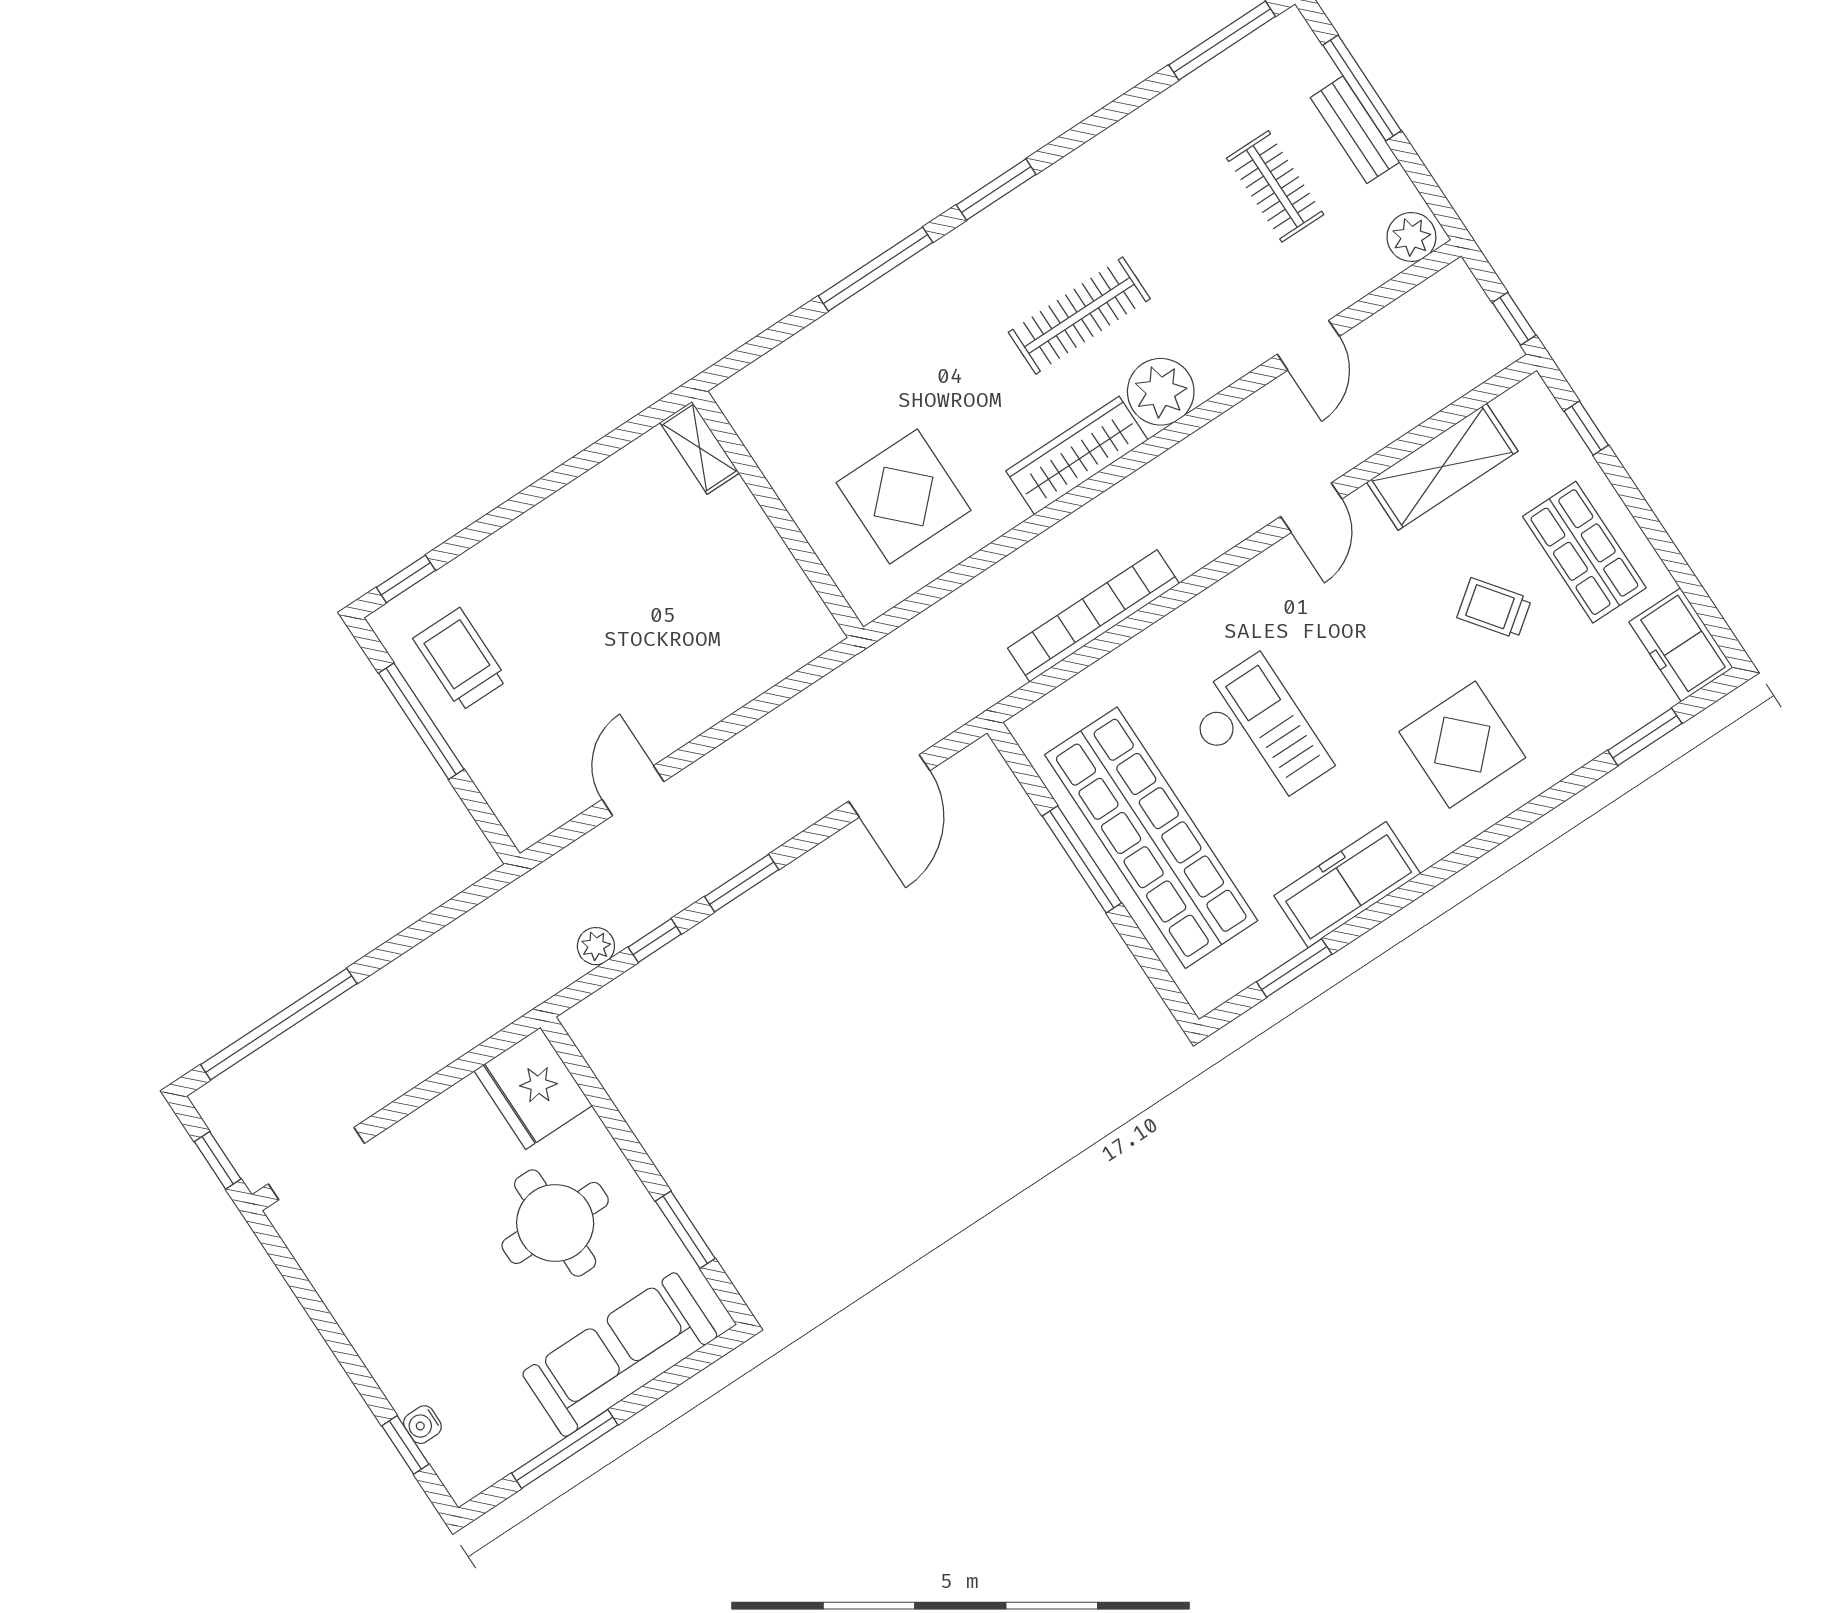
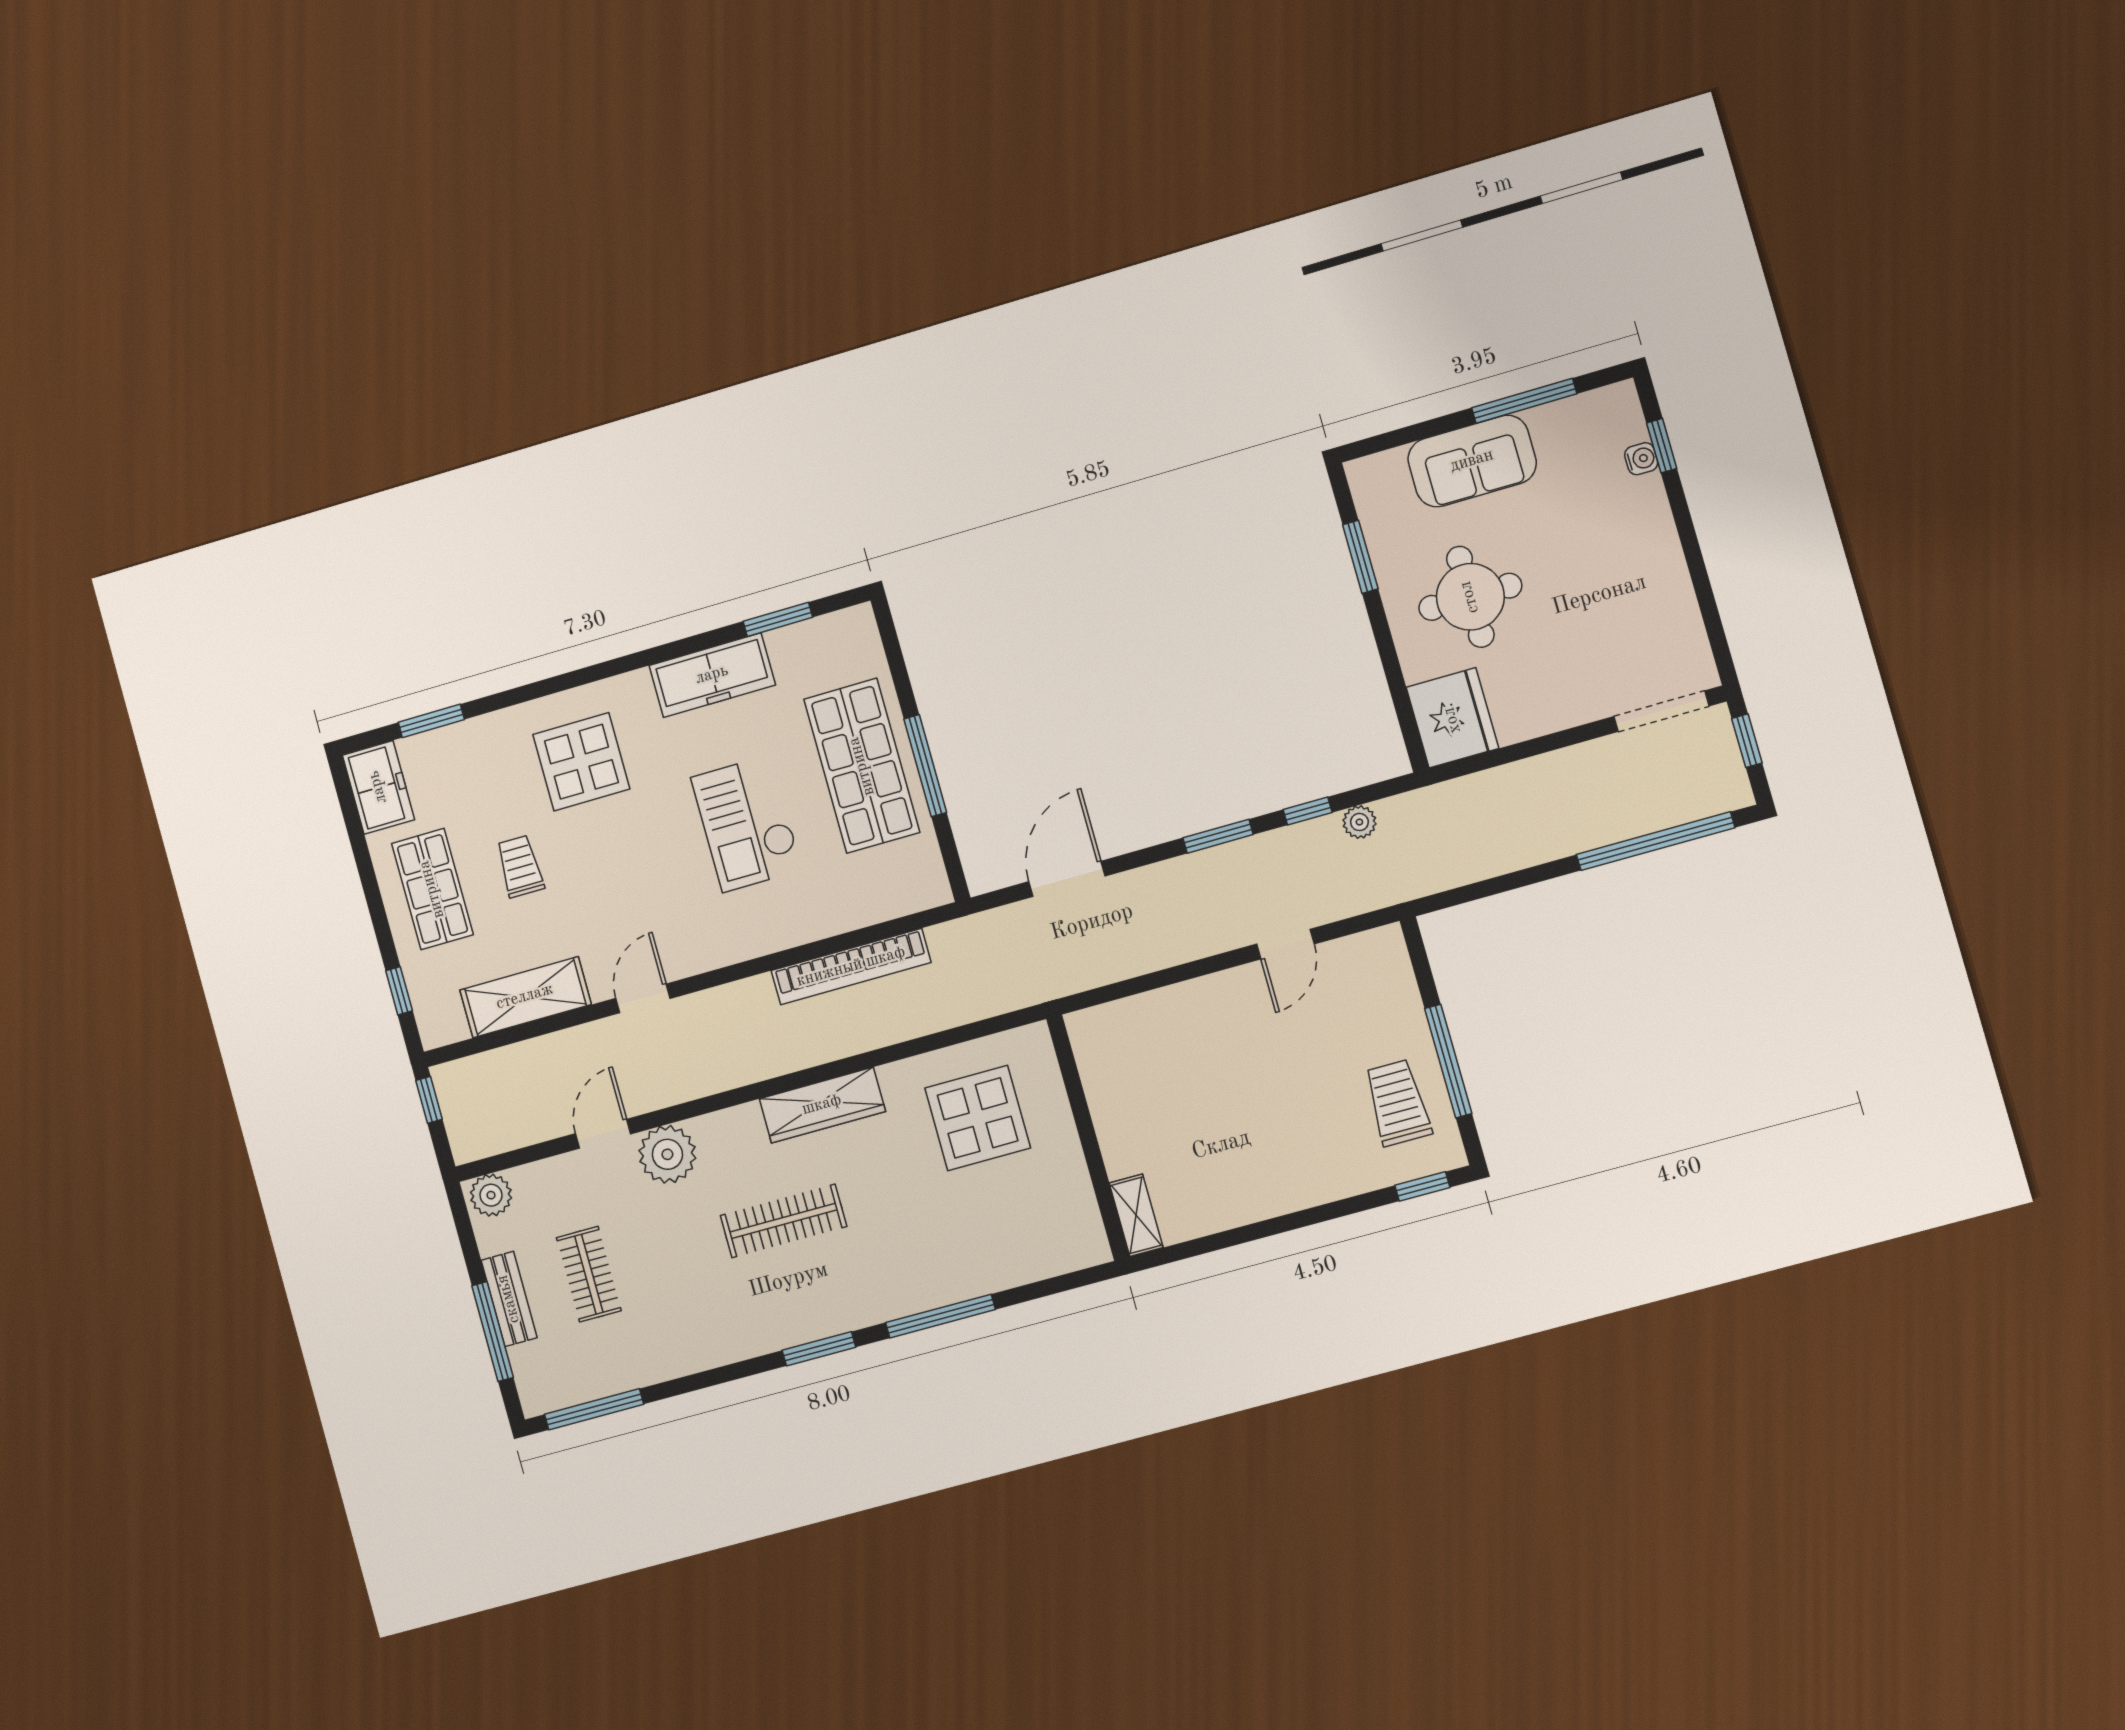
plant: (1161, 392) -> (667, 1154), moved
trolley: (1494, 608) -> (520, 866), turned -143
trolley: (460, 659) -> (1398, 1103), turned 180
shop shelf: (1151, 838) -> (862, 766), width x0.71
sofa: (620, 1355) -> (1472, 461), width x0.73

